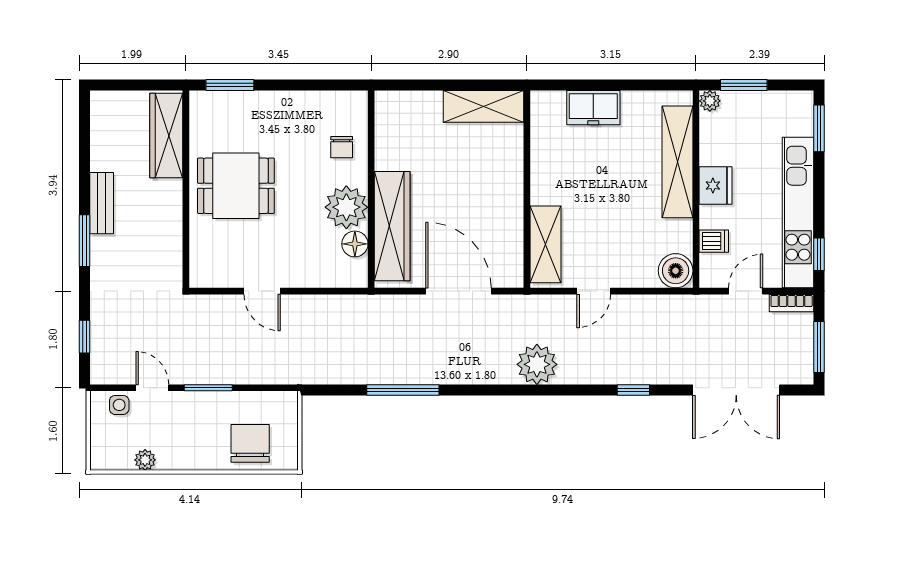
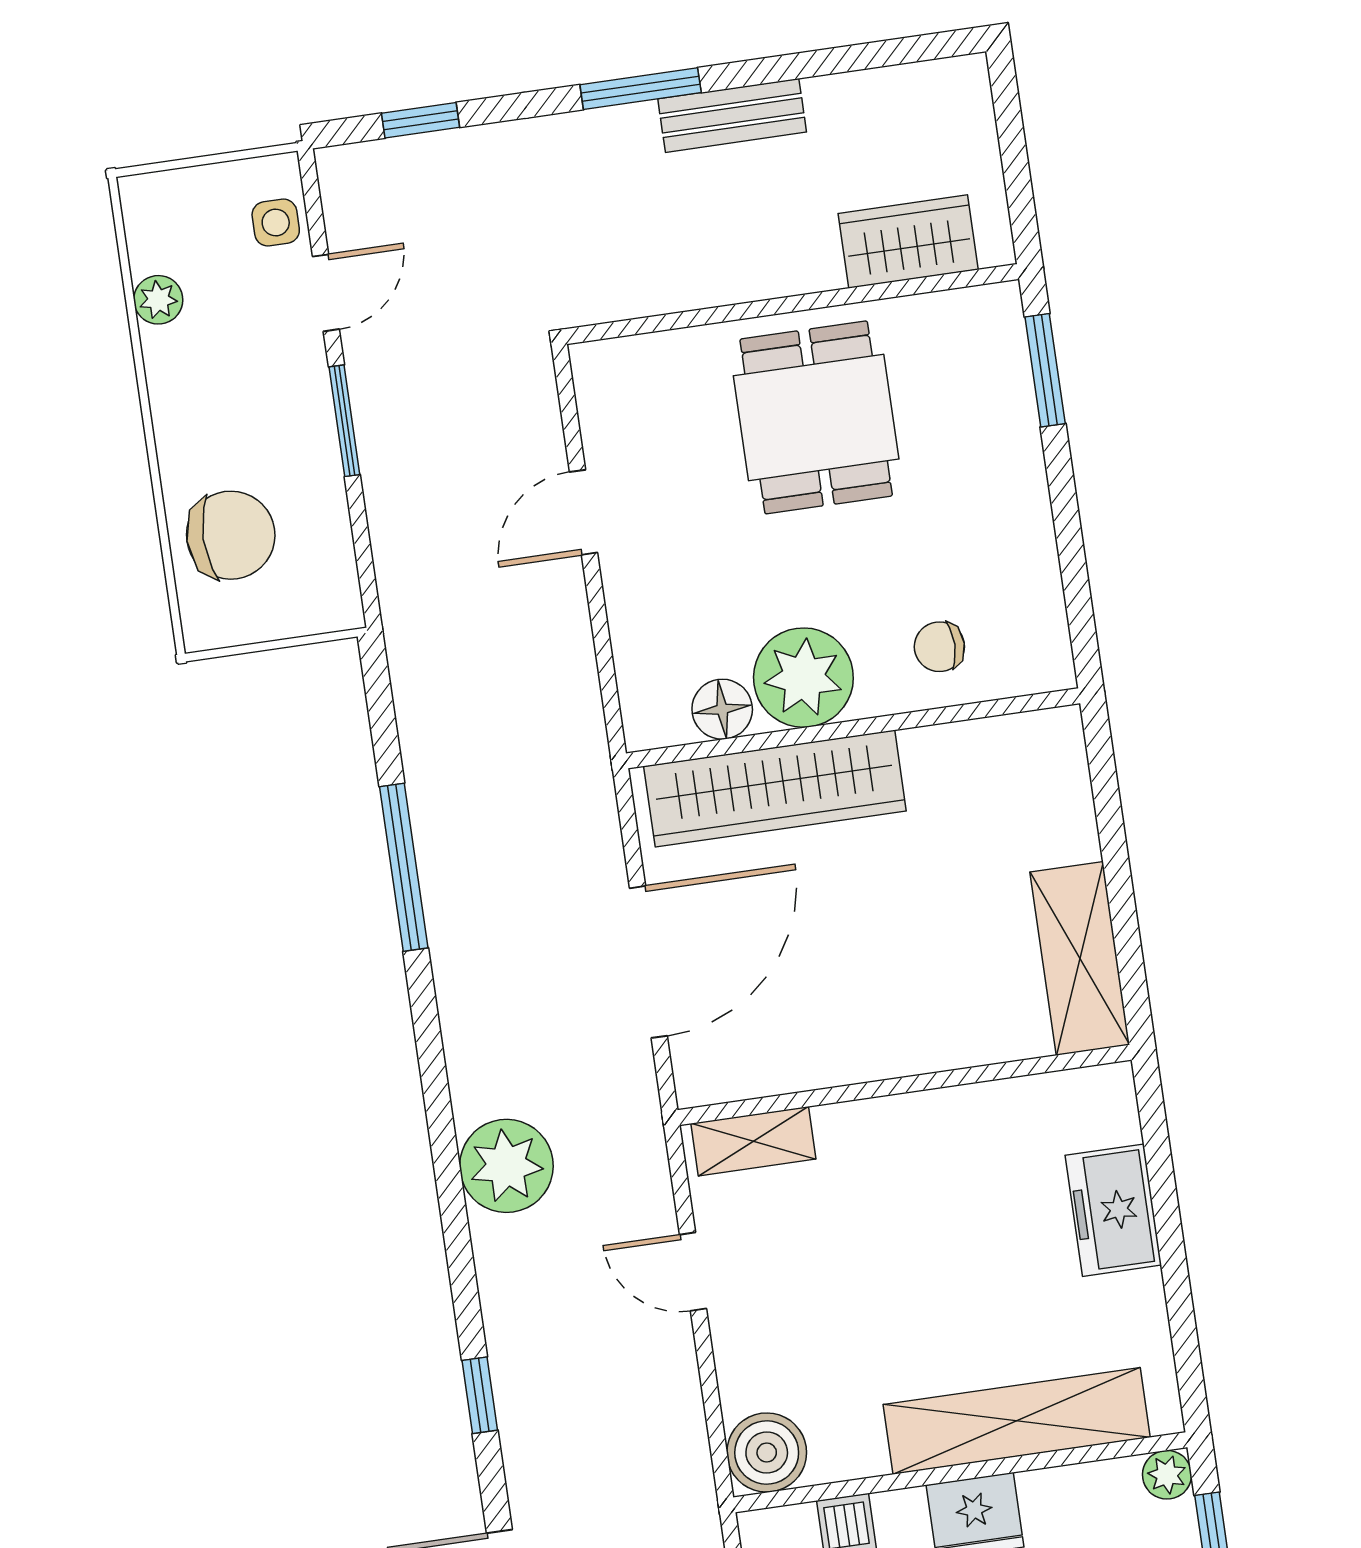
wardrobe: (166, 136) -> (908, 242), width x0.67
shelving: (545, 244) -> (753, 1141), width x0.67, depth x0.75

